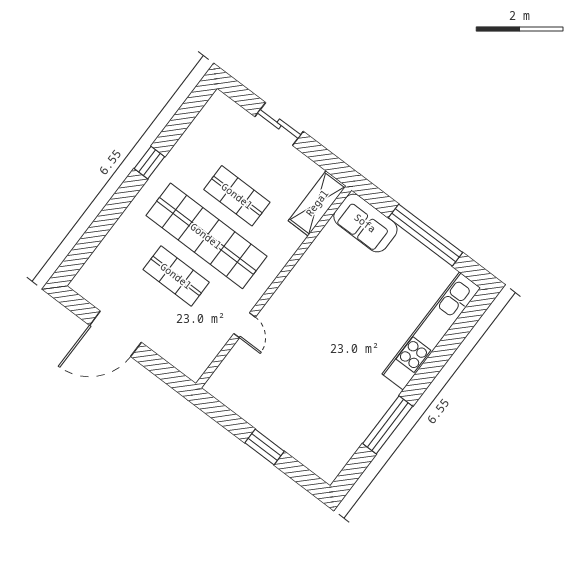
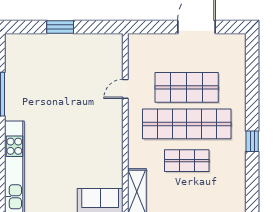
shop shelf: (176, 276) -> (187, 87), width x1.43, depth x1.36
door: (245, 325) -> (125, 89), hinge flipped

